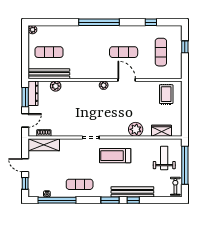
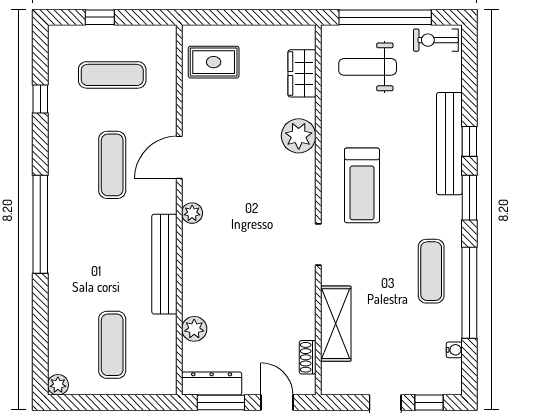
bench: (49, 74) -> (164, 264), moved
shelving: (44, 145) -> (336, 324), moved
window: (57, 200) -> (469, 293), moved

